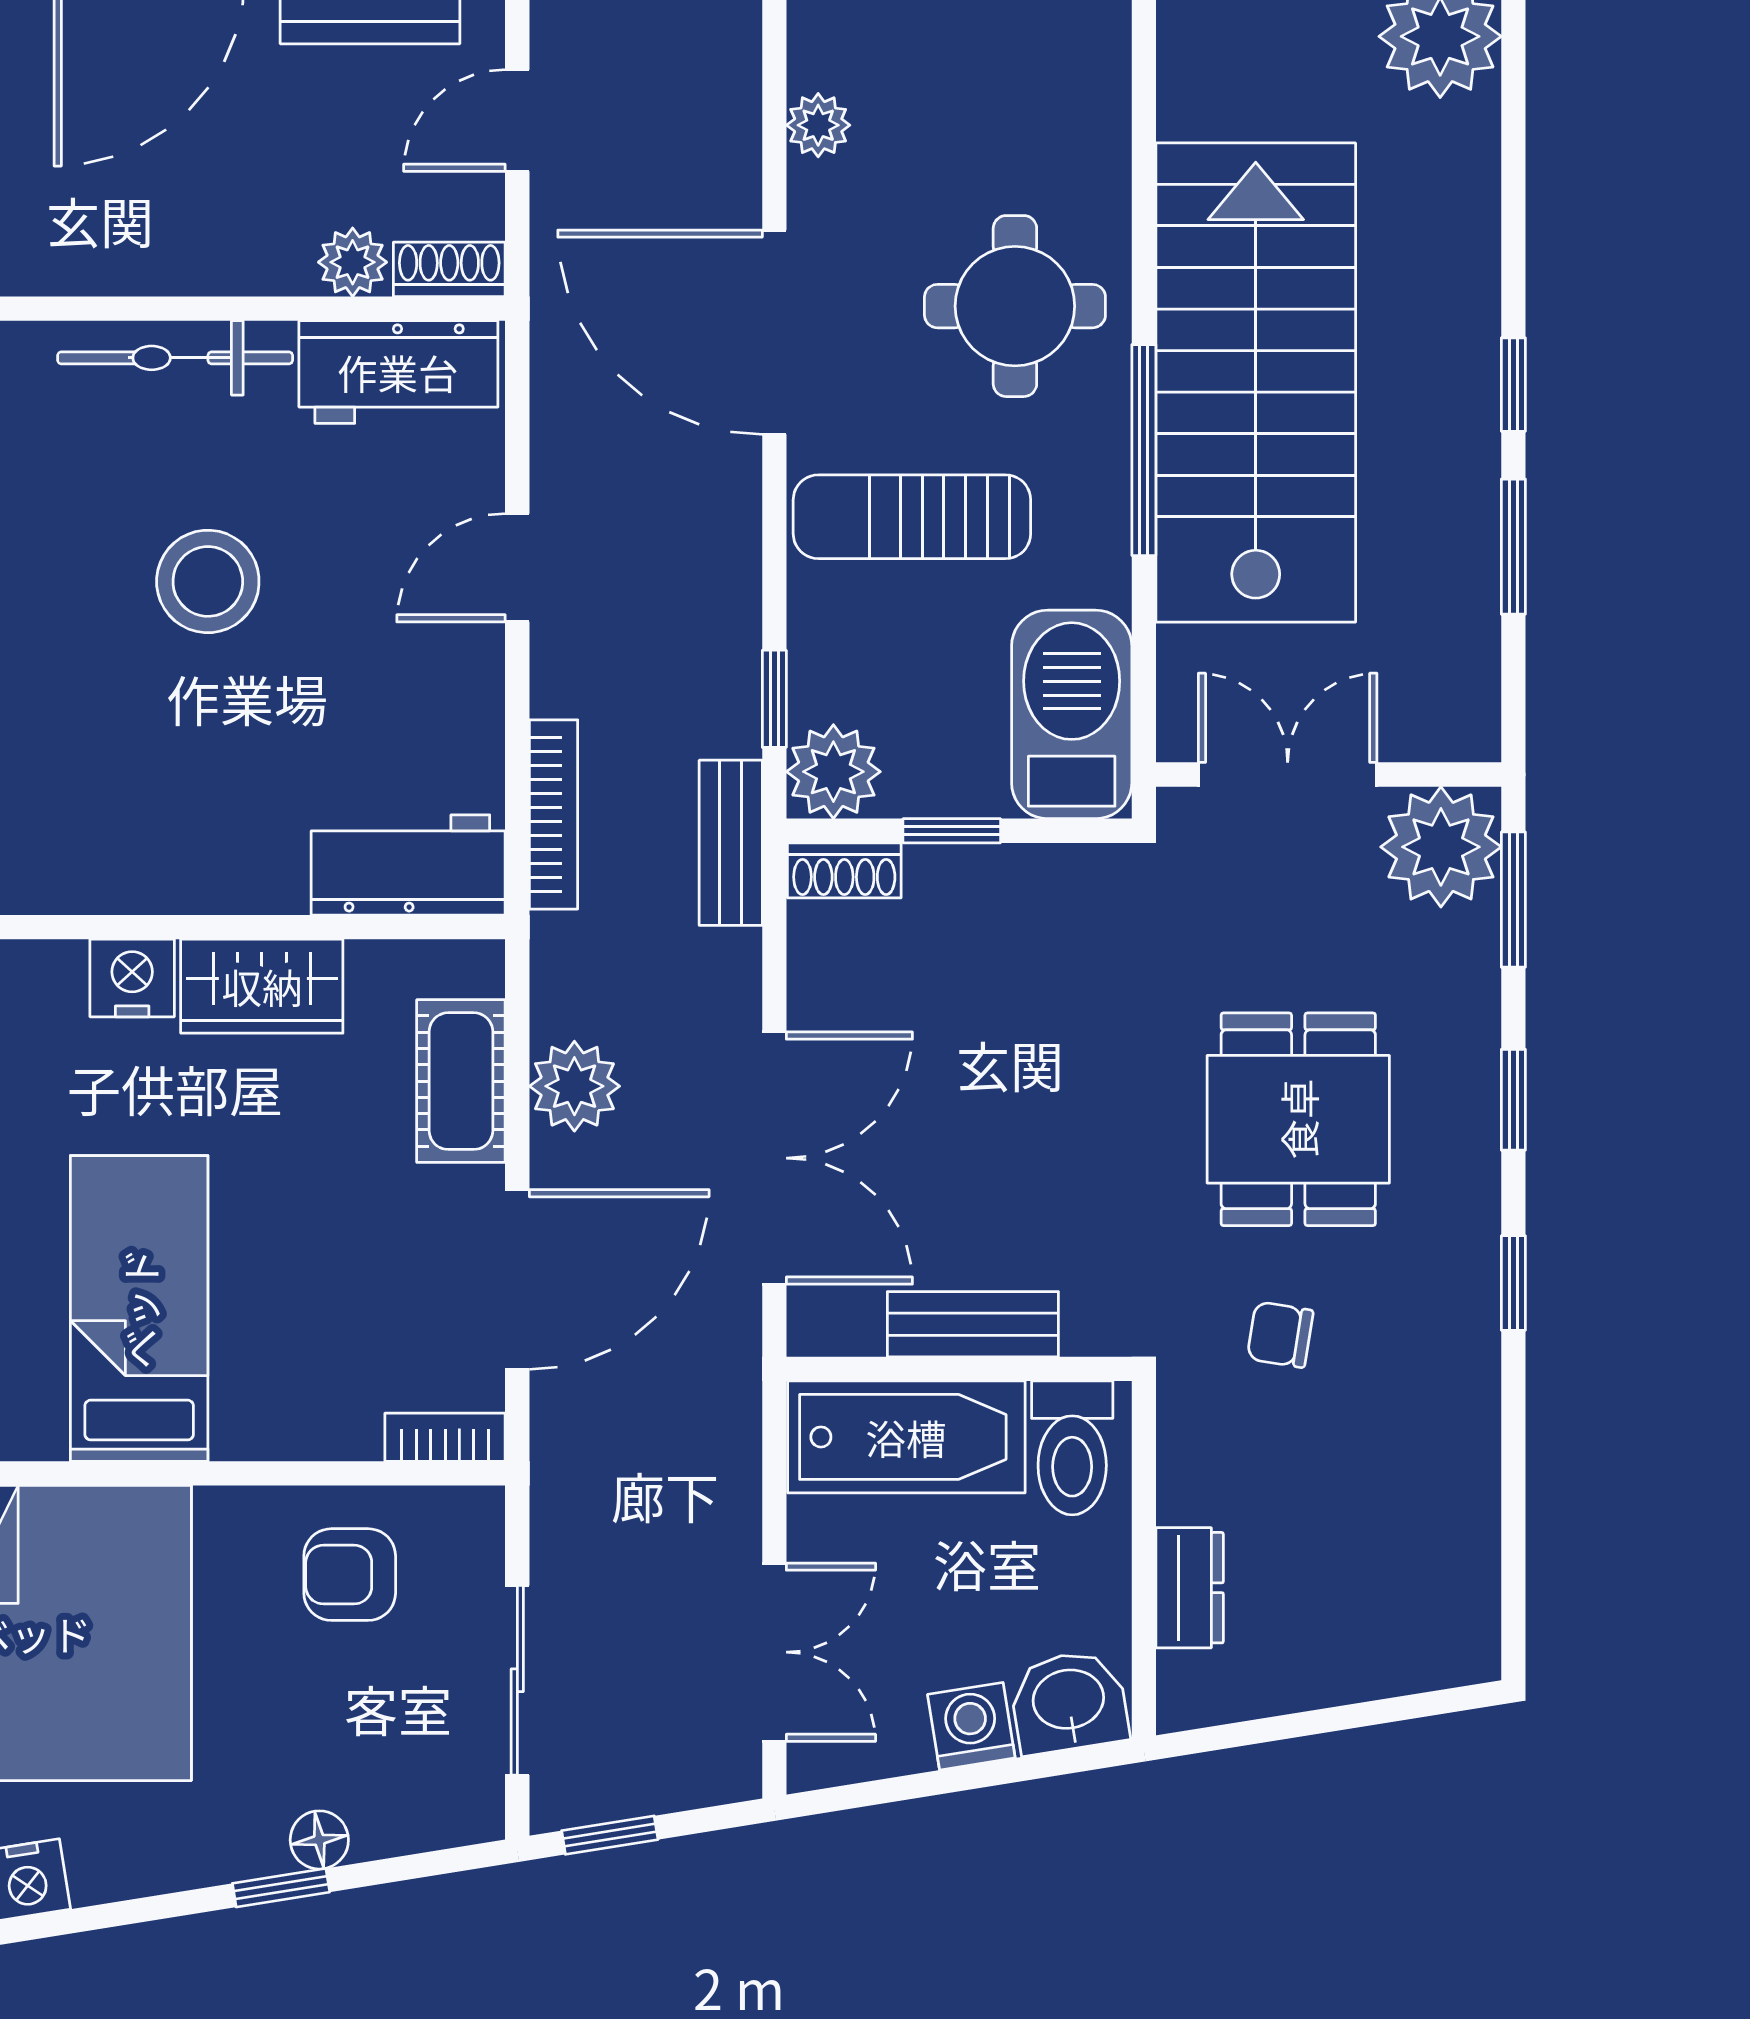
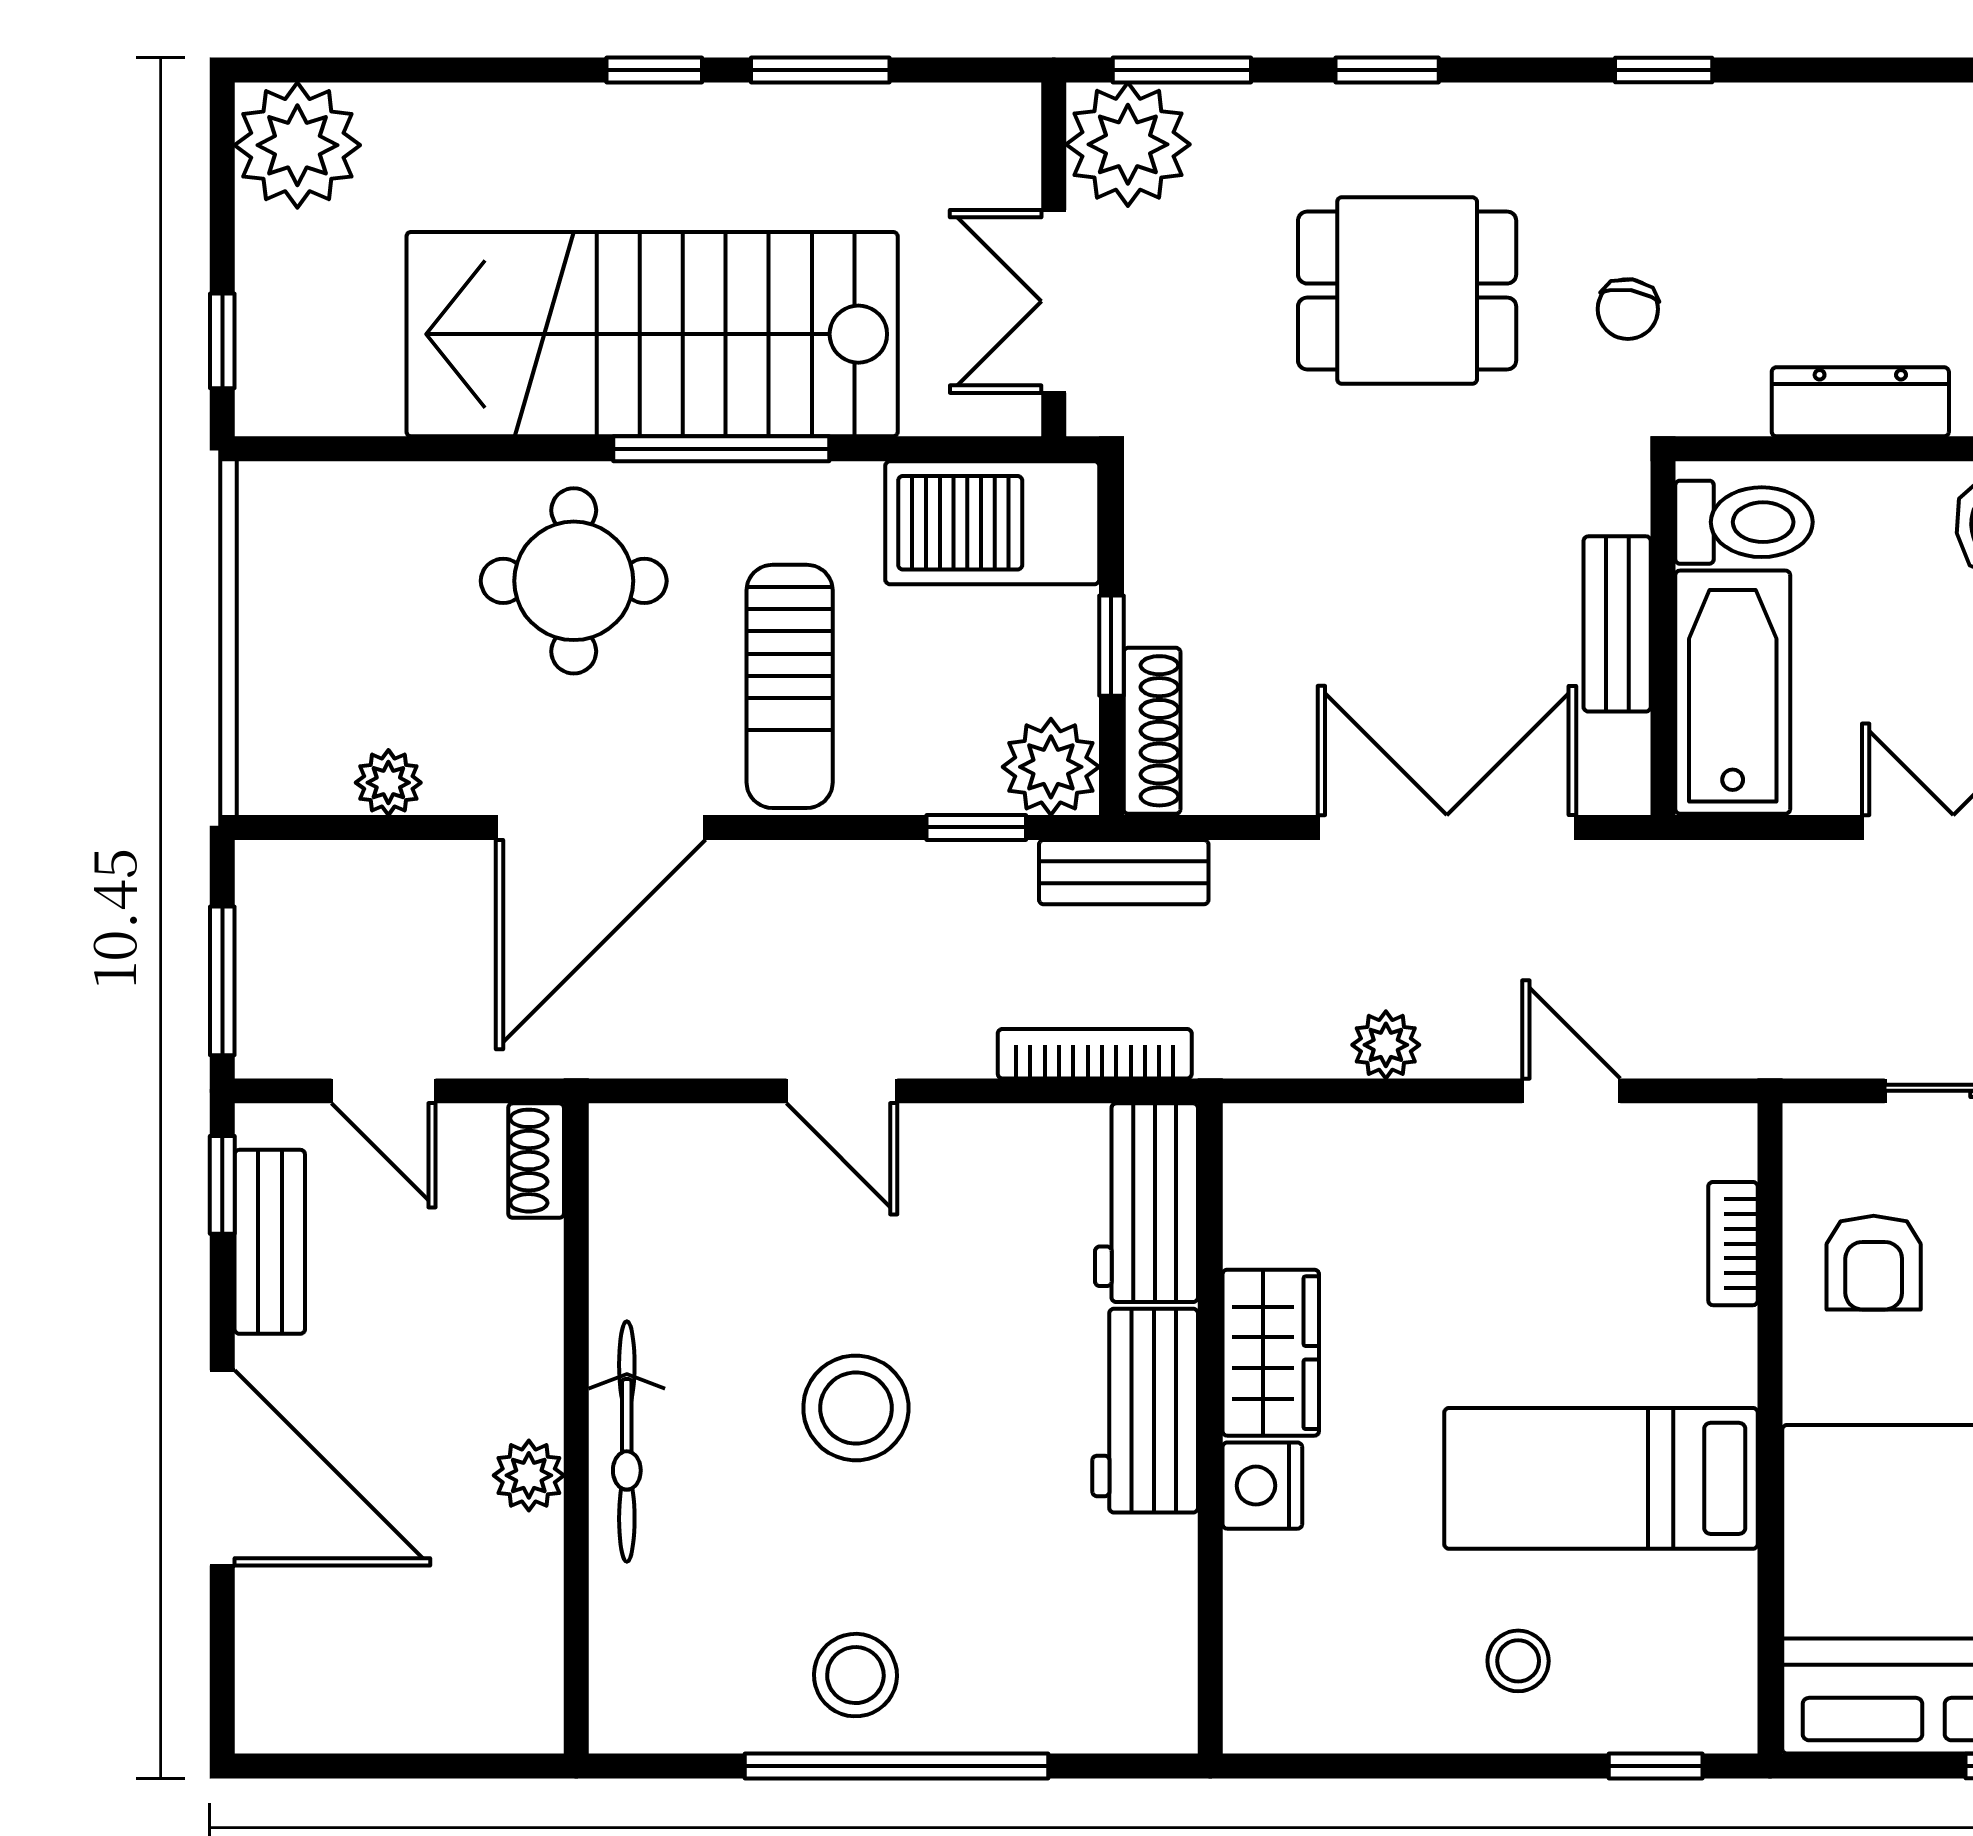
plant: (353, 262) -> (529, 1475), moved
workbench: (398, 372) -> (1145, 1411), moved, turned 180
shoe rack: (844, 870) -> (1152, 731), width x1.43
cot: (461, 1081) -> (1368, 1149), removed
plant: (574, 1086) -> (1386, 1045), width x0.73, depth x0.73
door: (517, 1279) -> (1571, 1091), width x0.53
window: (1513, 1283) -> (1664, 70), moved
bookcase: (445, 1437) -> (1733, 1244), moved
dresser: (1190, 1588) -> (1860, 402), width x1.44

